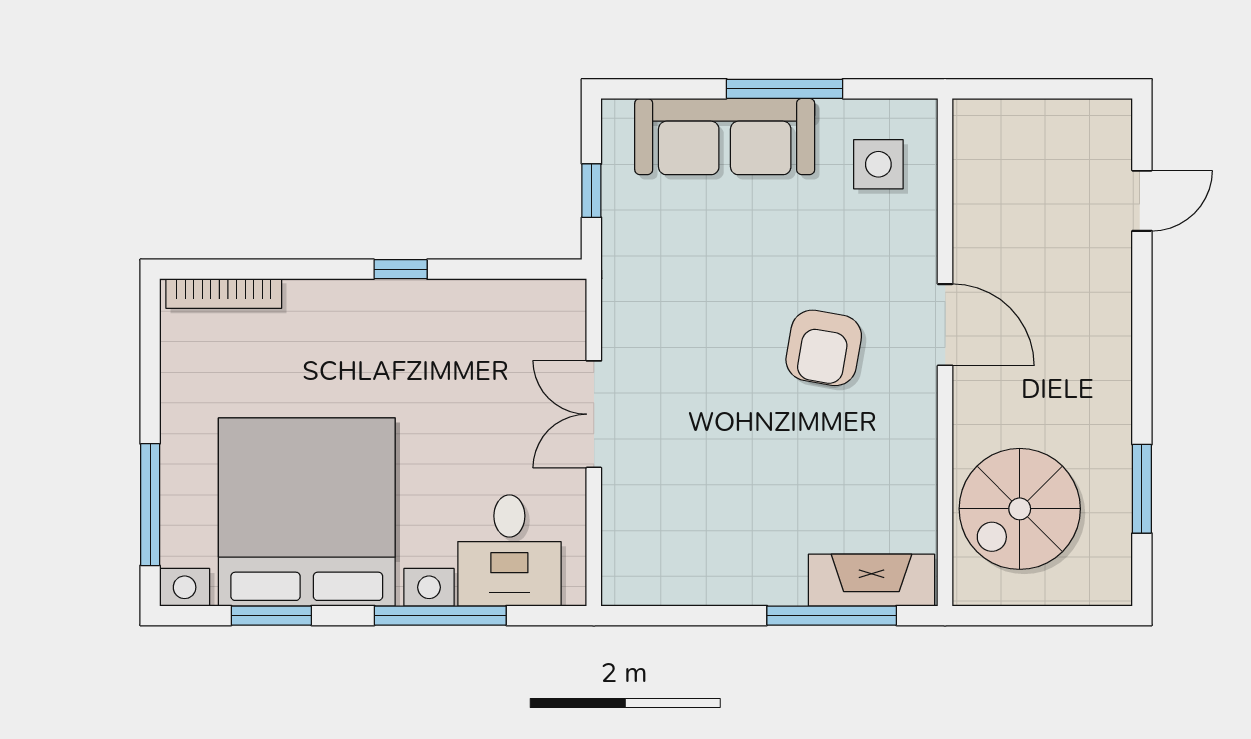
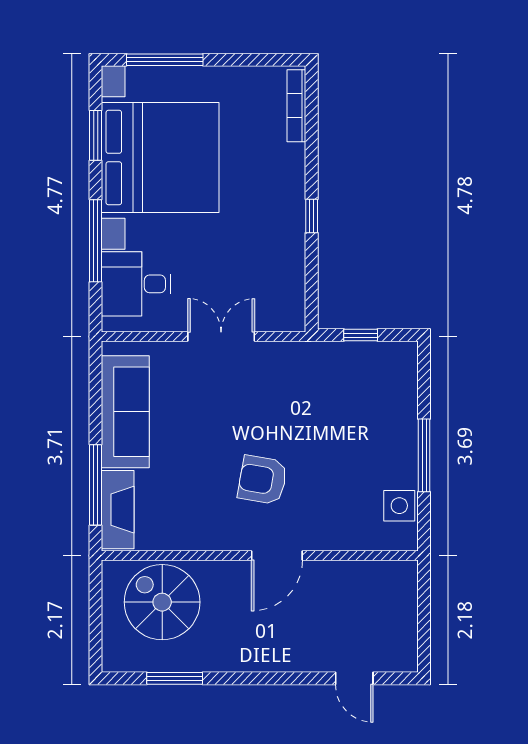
sofa: (725, 136) -> (125, 412), moved, turned 180
side table: (878, 164) -> (399, 506), moved

